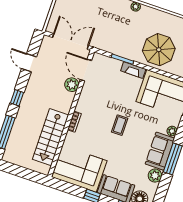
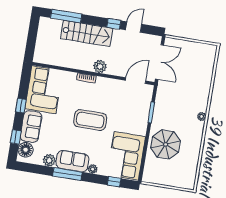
fireplace: (133, 70) -> (143, 124), removed
plant: (72, 85) -> (100, 66), moved
window: (17, 98) -> (114, 24), moved
coffee table: (120, 125) -> (90, 120), width x1.86, depth x1.72
stairs: (51, 137) -> (87, 33), moved, turned 180

